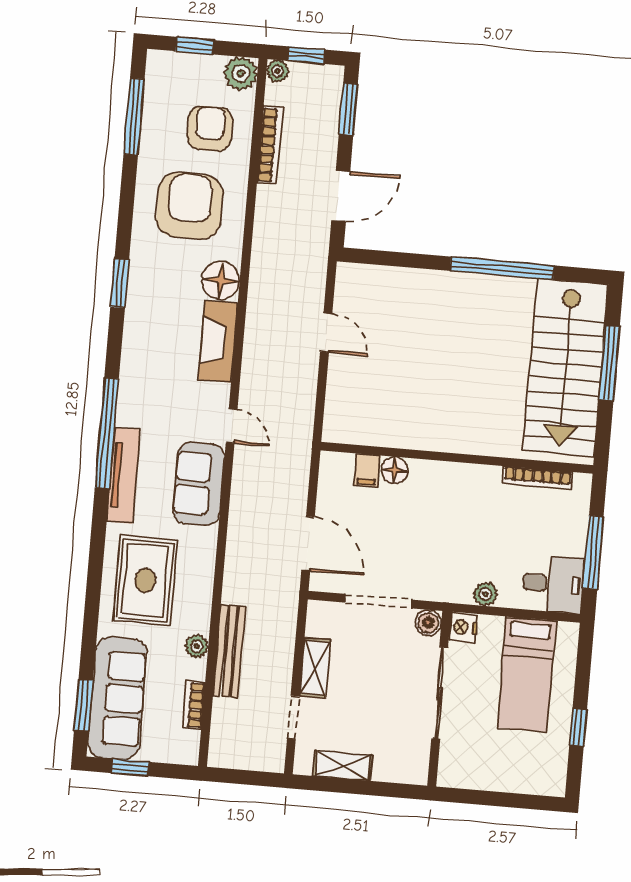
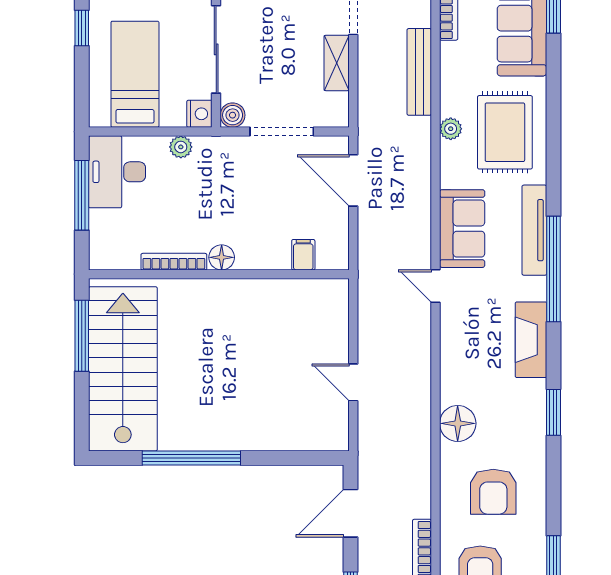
armchair: (190, 206) -> (493, 492), width x0.73, depth x0.73
fireplace: (218, 341) -> (531, 340), moved, turned 180
window: (609, 363) -> (82, 336), moved
floor lamp: (395, 470) -> (222, 257), moved
bookcase: (537, 478) -> (174, 262), moved
desk: (553, 584) -> (117, 172), width x1.37
plant: (197, 646) -> (451, 129), moved

